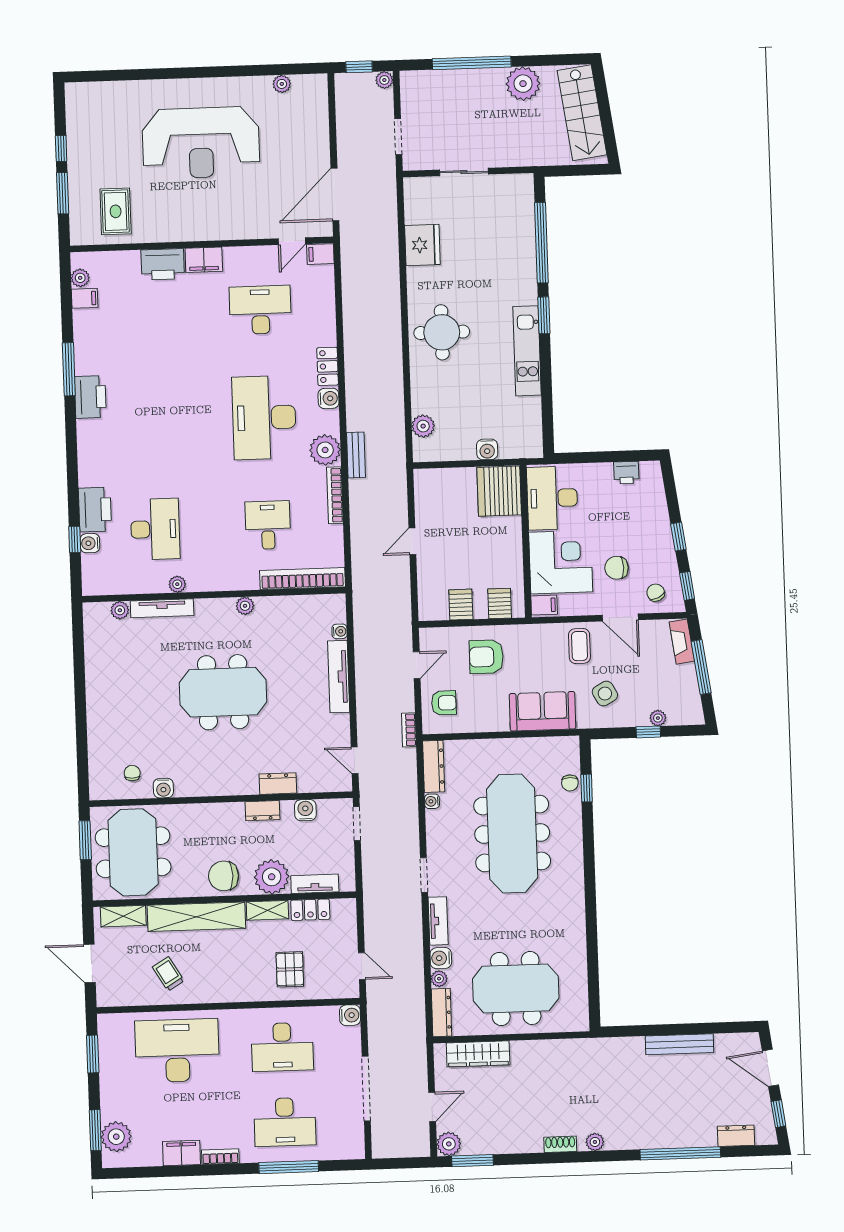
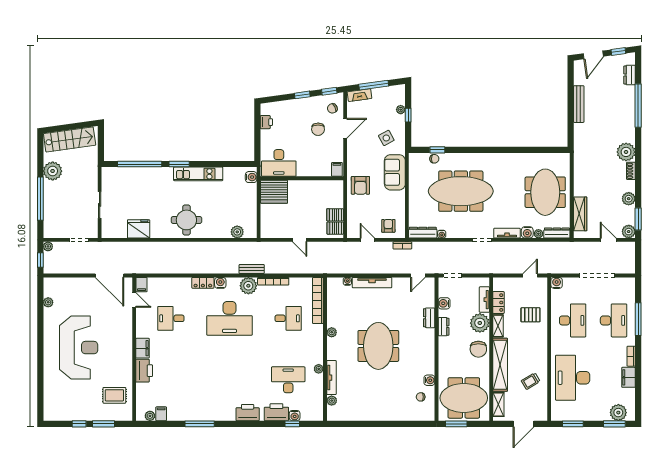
desk: (260, 310) -> (171, 318), width x0.73
printer: (90, 397) -> (248, 413), moved
water cooler: (487, 449) -> (251, 177), moved
desk: (268, 525) -> (288, 318), turned 180
corner desk: (561, 562) -> (314, 160), removed
server rack: (500, 603) -> (335, 228), moved
coffee table: (579, 646) -> (360, 151), removed
armchair: (486, 657) -> (360, 185), moved
plant: (509, 1142) -> (629, 199), added
plant: (595, 1142) -> (626, 152), width x1.87, depth x1.87

